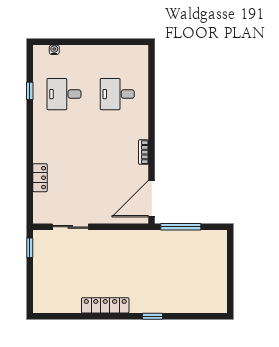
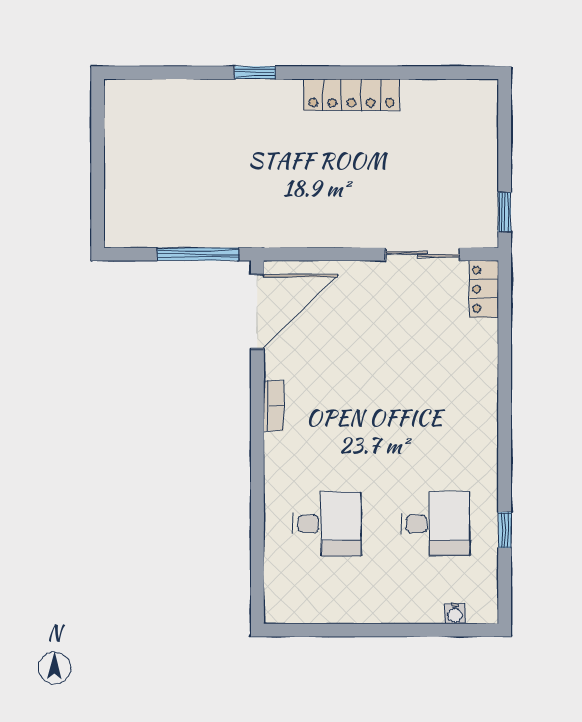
locker: (40, 178) -> (484, 289), moved

